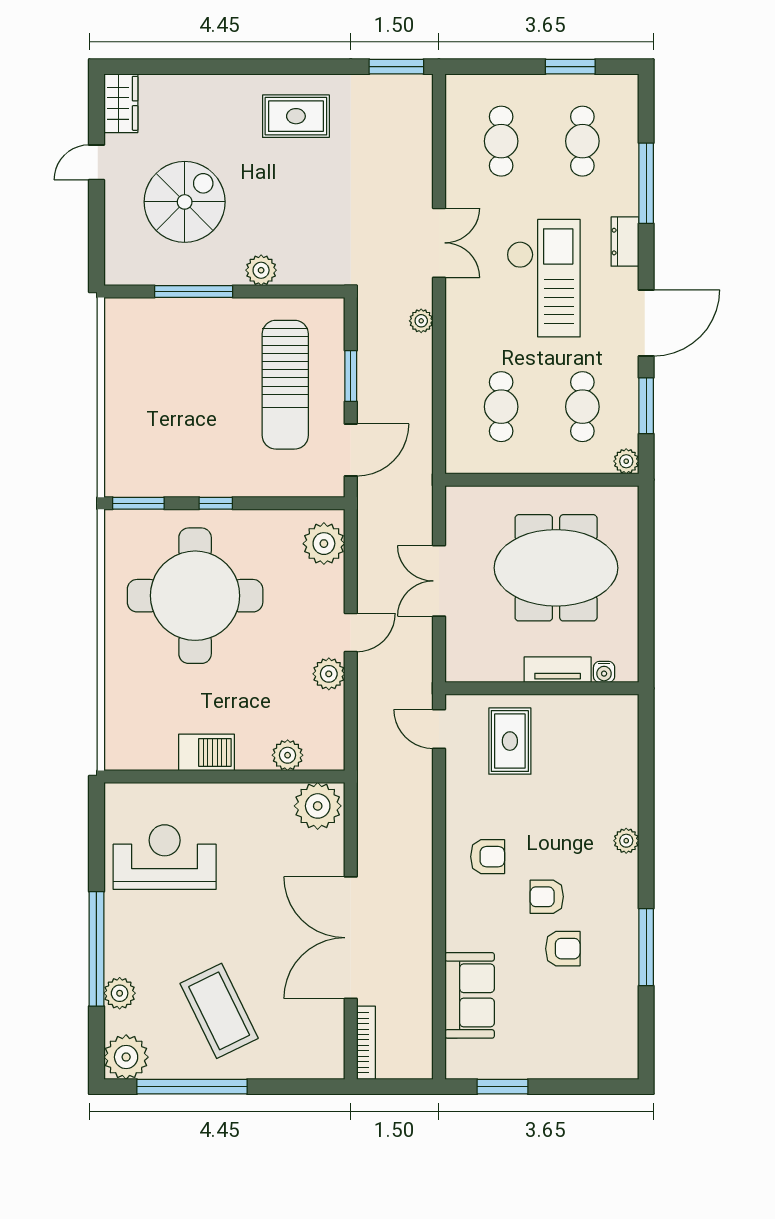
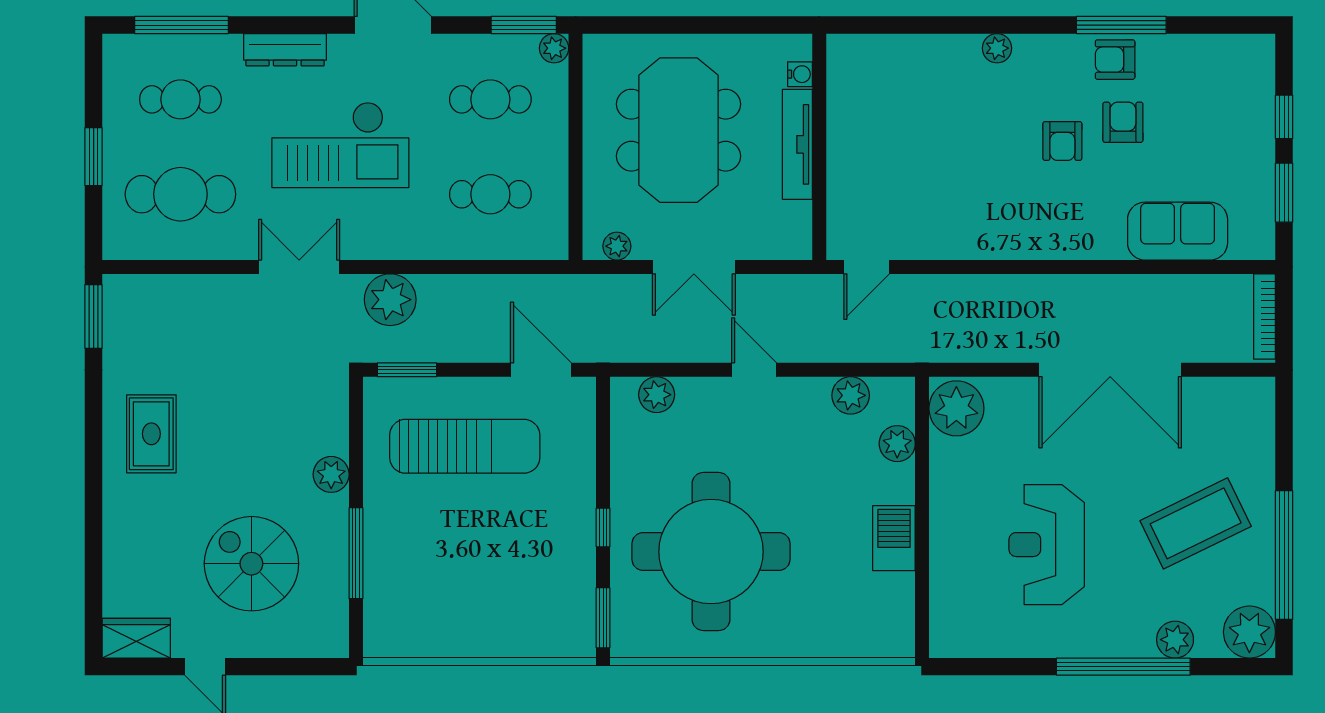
window: (570, 67) -> (94, 157), moved
cafe table: (501, 141) -> (180, 194), width x1.37, depth x1.35
window: (646, 183) -> (181, 25), moved
dresser: (625, 242) -> (285, 50), width x1.44
checkout: (544, 278) -> (340, 145), turned 180
plant: (421, 321) -> (390, 300), width x1.87, depth x1.87
window: (351, 376) -> (407, 370), moved
window: (646, 406) -> (524, 25), moved
plant: (457, 515) -> (617, 246), added
plant: (324, 544) -> (657, 395), width x0.73, depth x0.73
tv unit: (558, 670) -> (797, 144), width x1.41
plant: (329, 674) -> (851, 395), moved
rug: (510, 741) -> (881, 184), removed
reception desk: (165, 857) -> (1047, 545), moved
armchair: (488, 857) -> (1115, 60), moved, turned -90
bookcase: (366, 1043) -> (1265, 317), moved, turned -90
window: (567, 1087) -> (1284, 117), added

